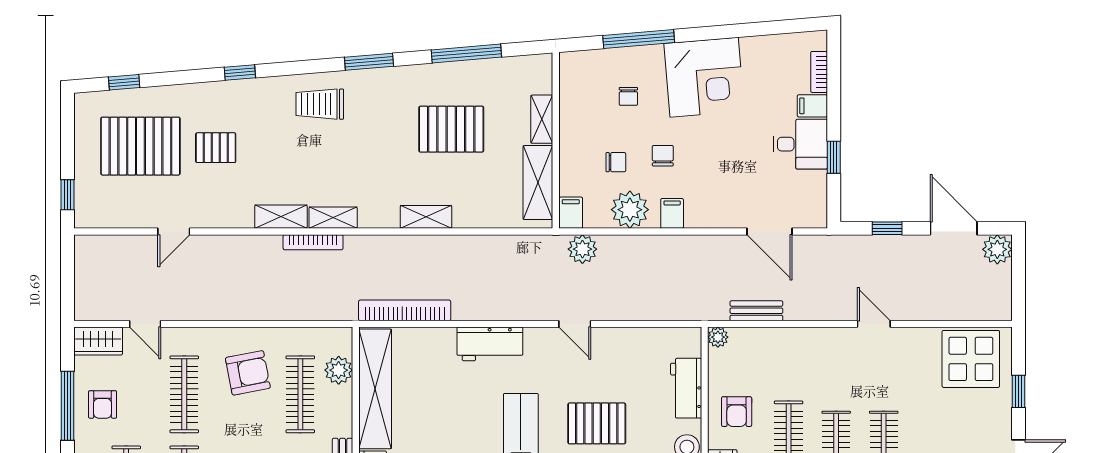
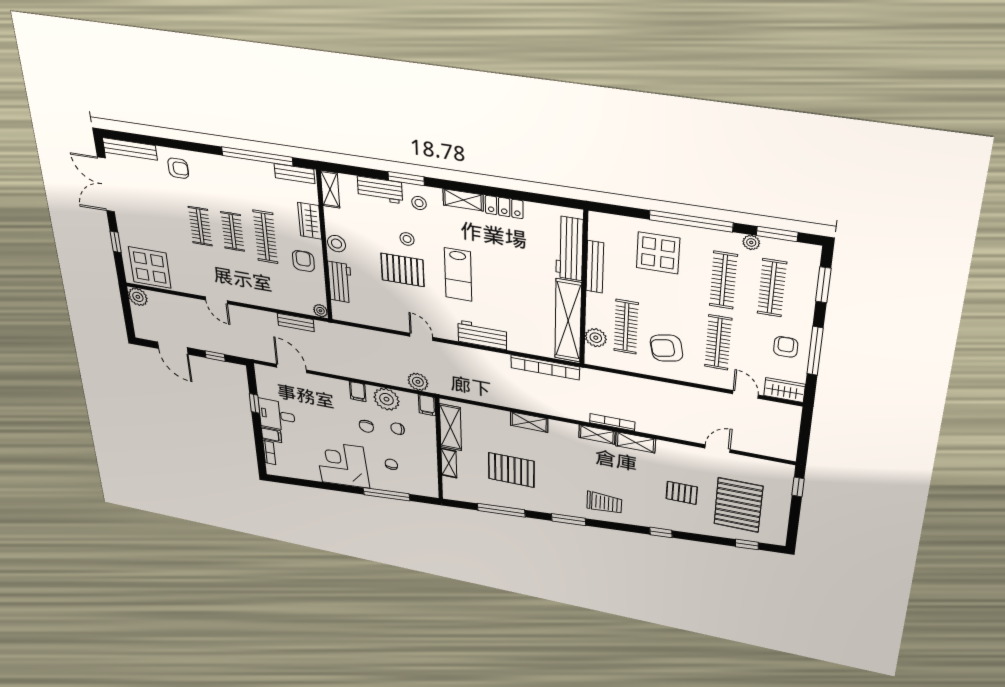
pallet: (140, 146) -> (738, 505), turned 90
plant: (997, 249) -> (138, 297), moved

